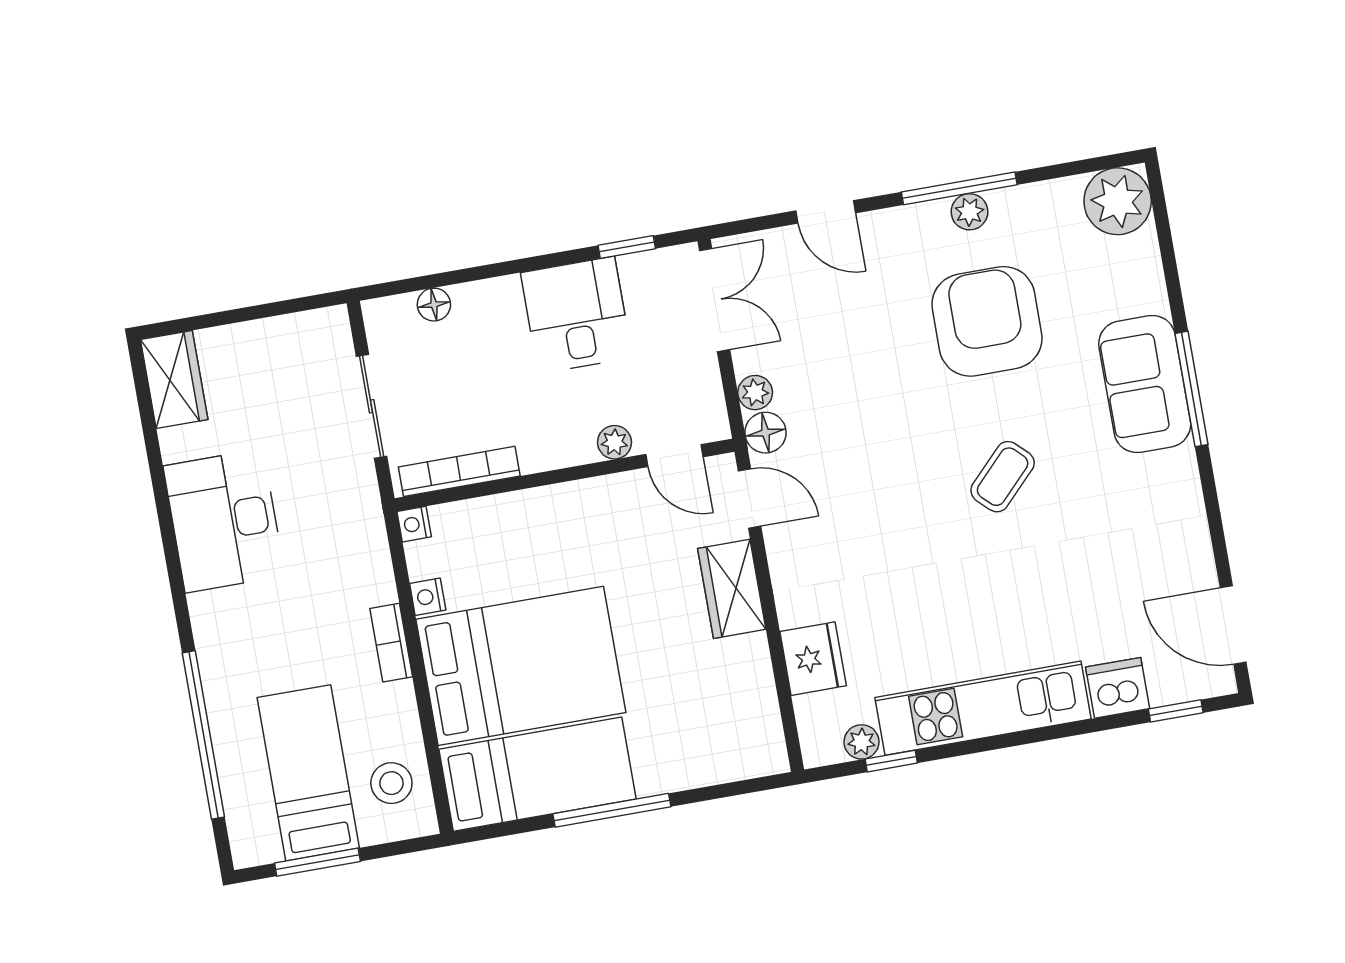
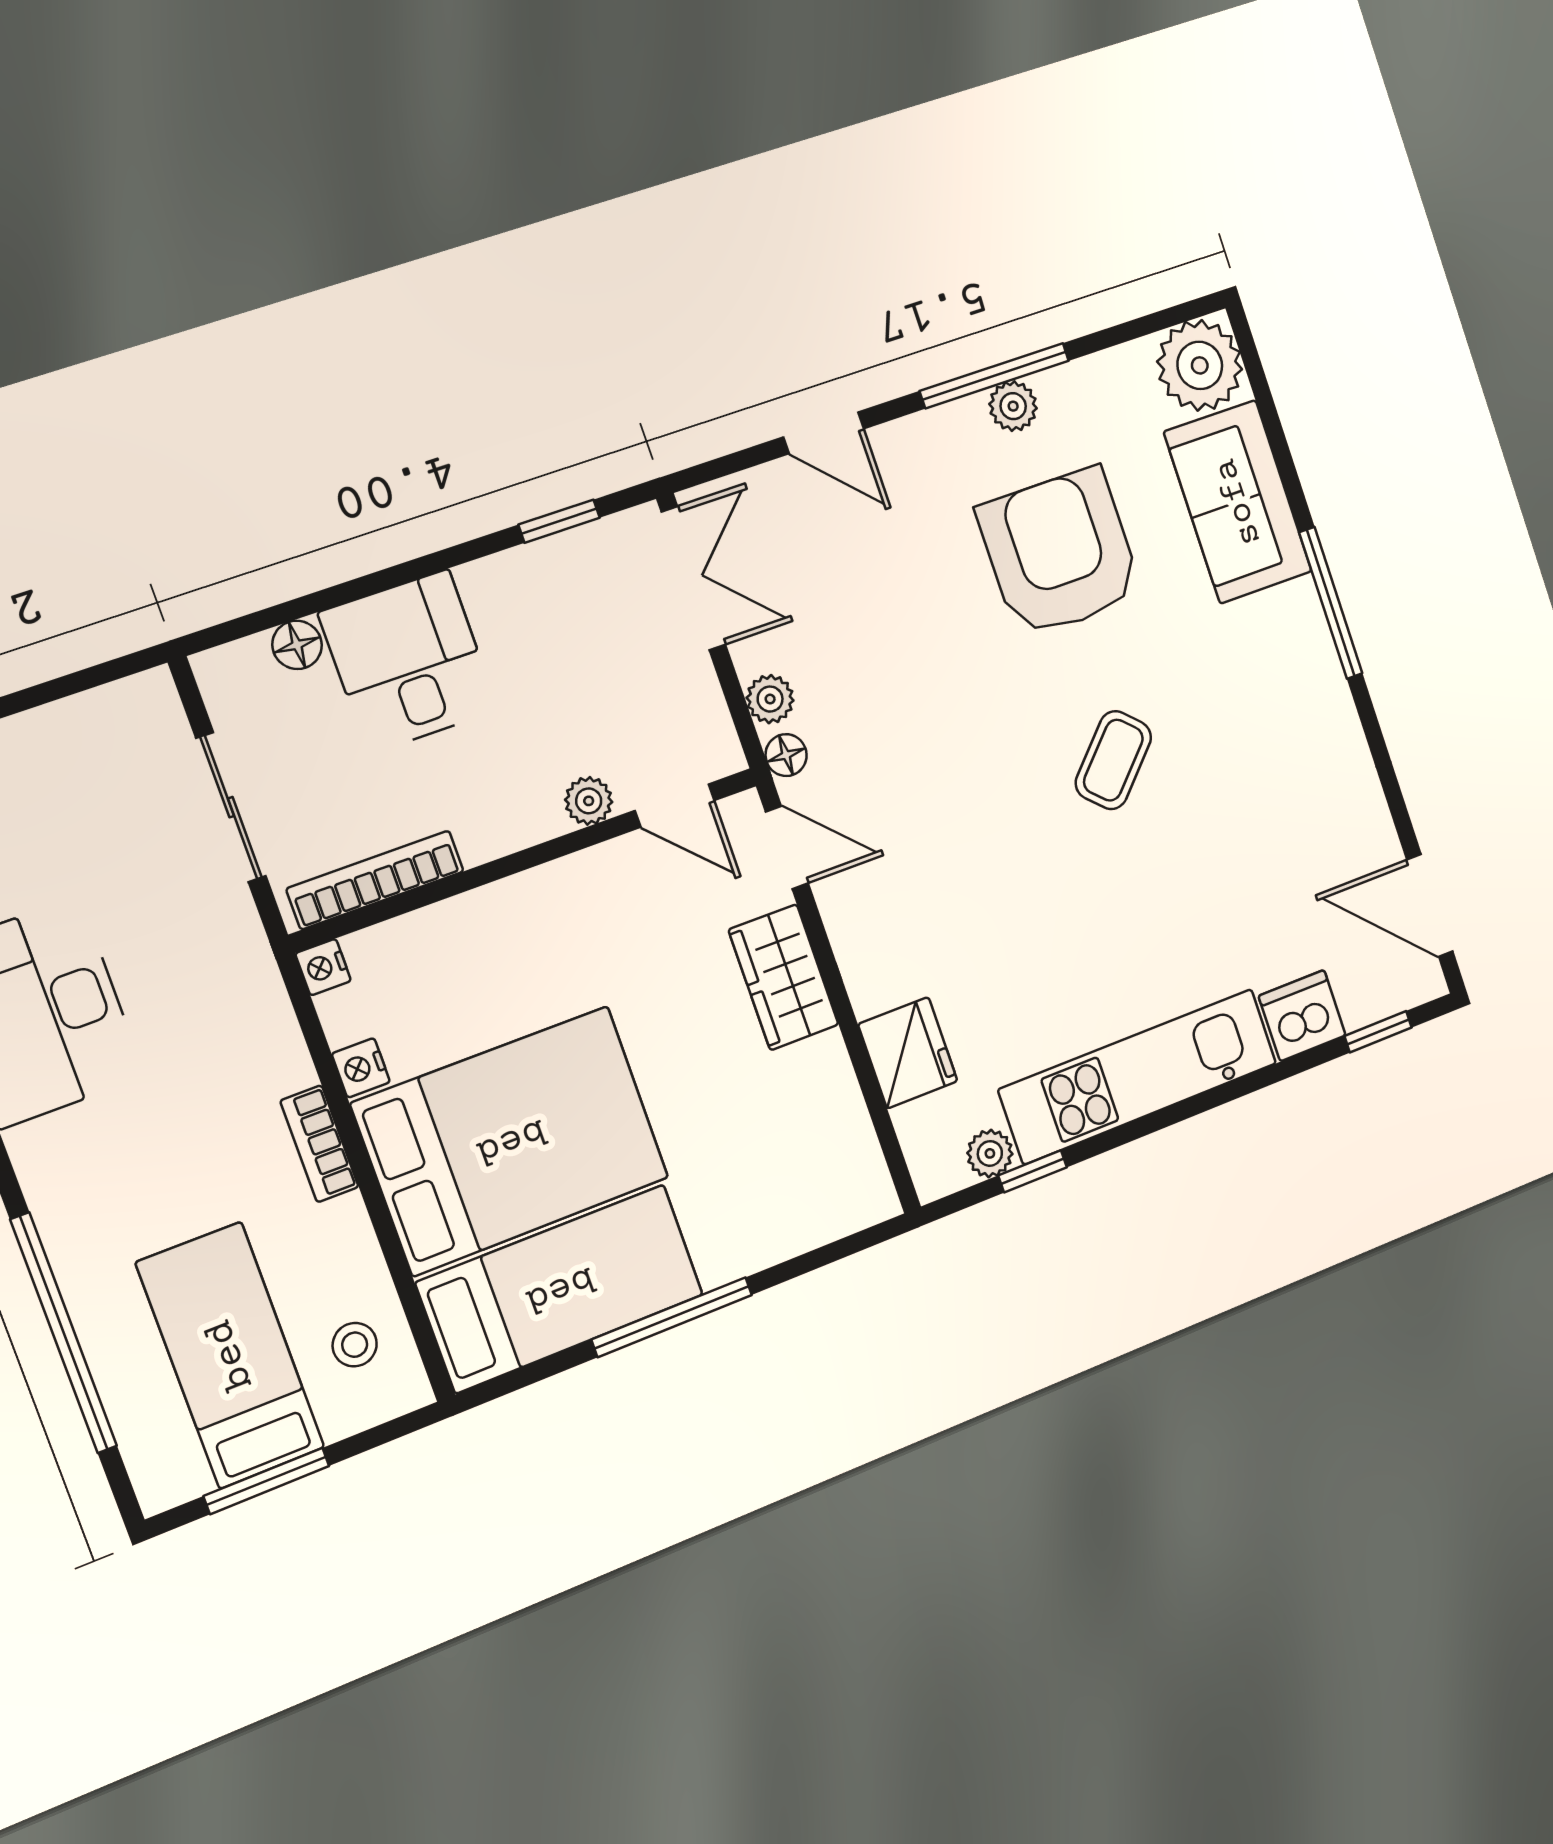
desk: (576, 315) -> (408, 661), moved
sofa: (1145, 384) -> (1238, 502), moved
floor lamp: (766, 433) -> (786, 755), width x0.73, depth x0.73
stool: (391, 783) -> (355, 1345), width x0.73, depth x0.73

